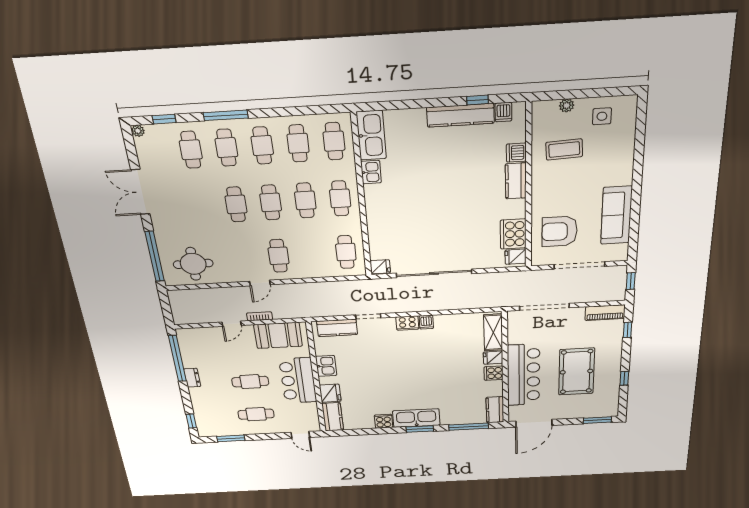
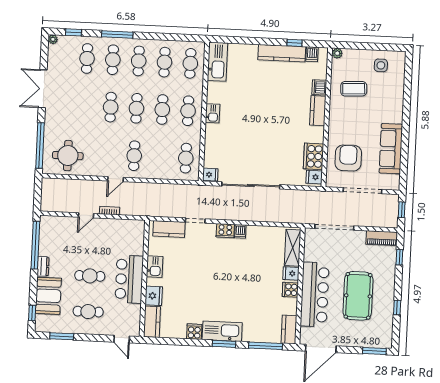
plant: (567, 105) -> (337, 53), moved
kitchen sink: (371, 172) -> (212, 113), moved
armchair: (560, 231) -> (348, 158), turned 90
booth: (278, 335) -> (48, 296), moved, turned 90

